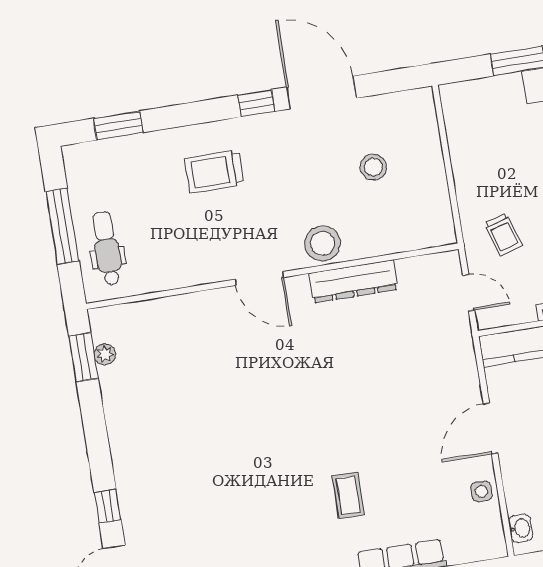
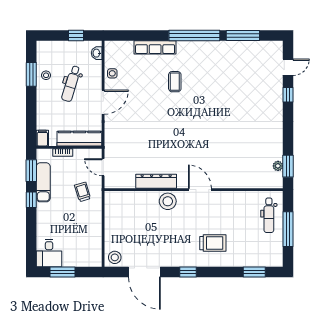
door: (321, 93) -> (144, 272), moved
stool: (373, 167) -> (115, 257), moved

